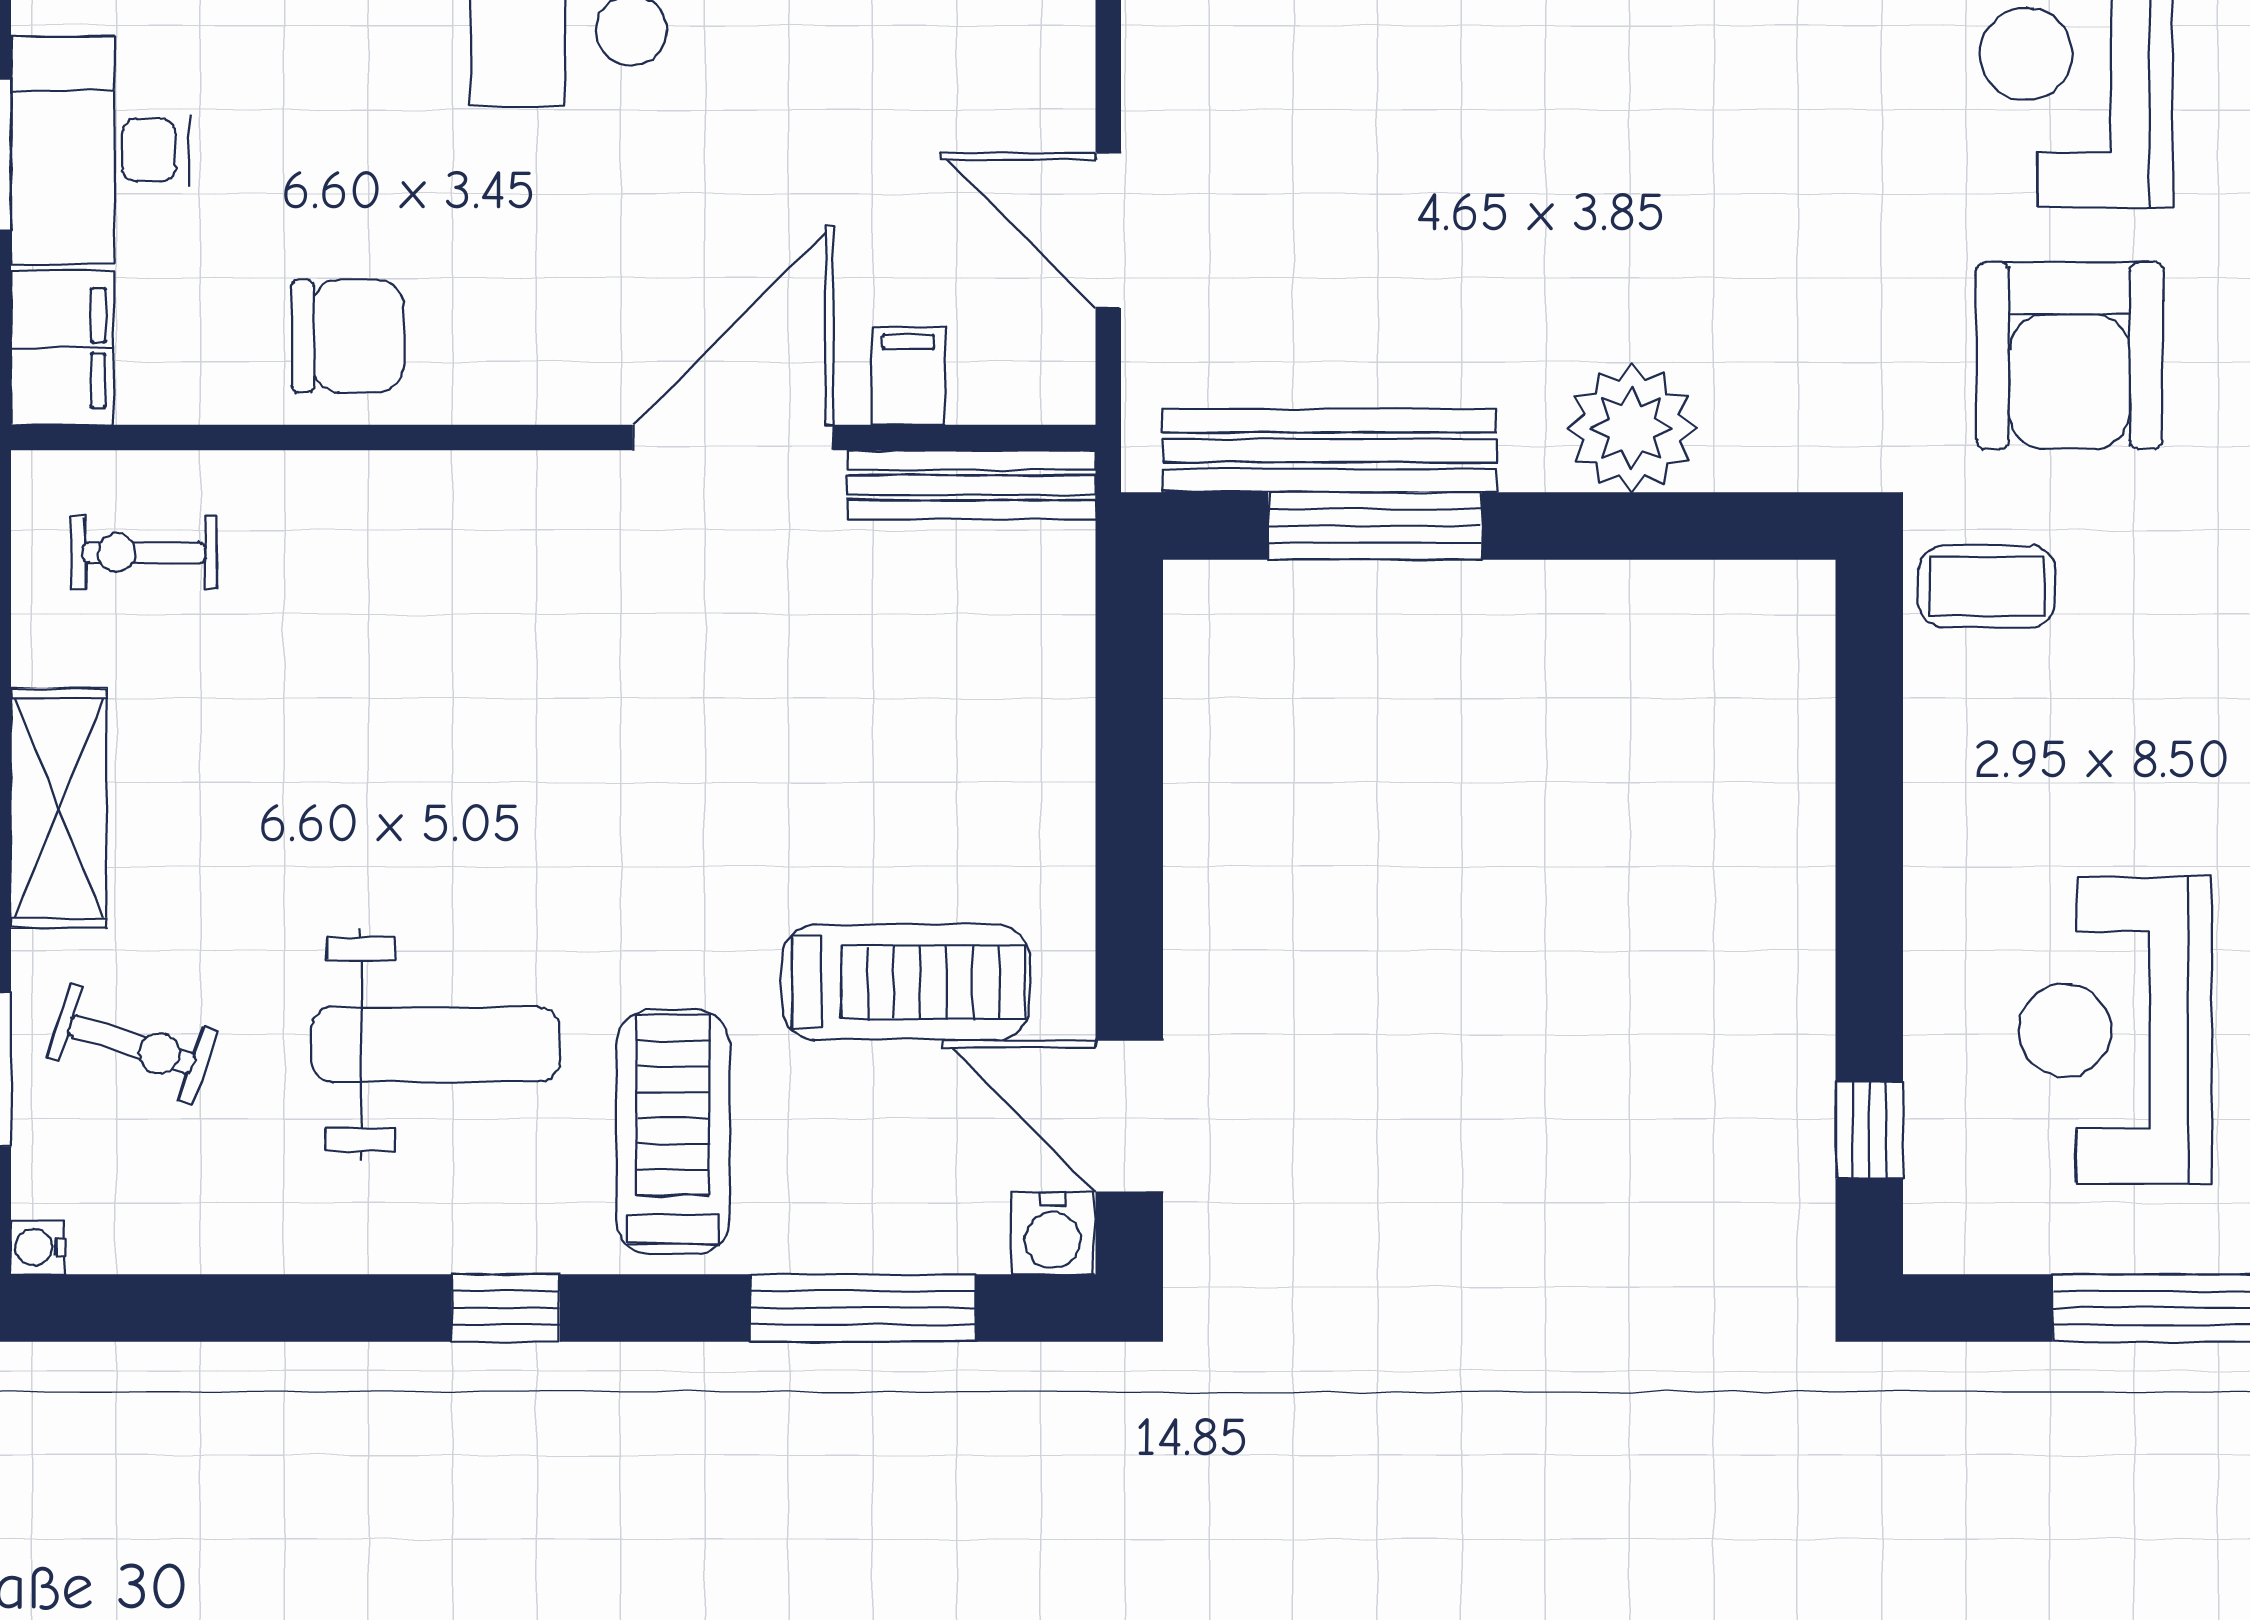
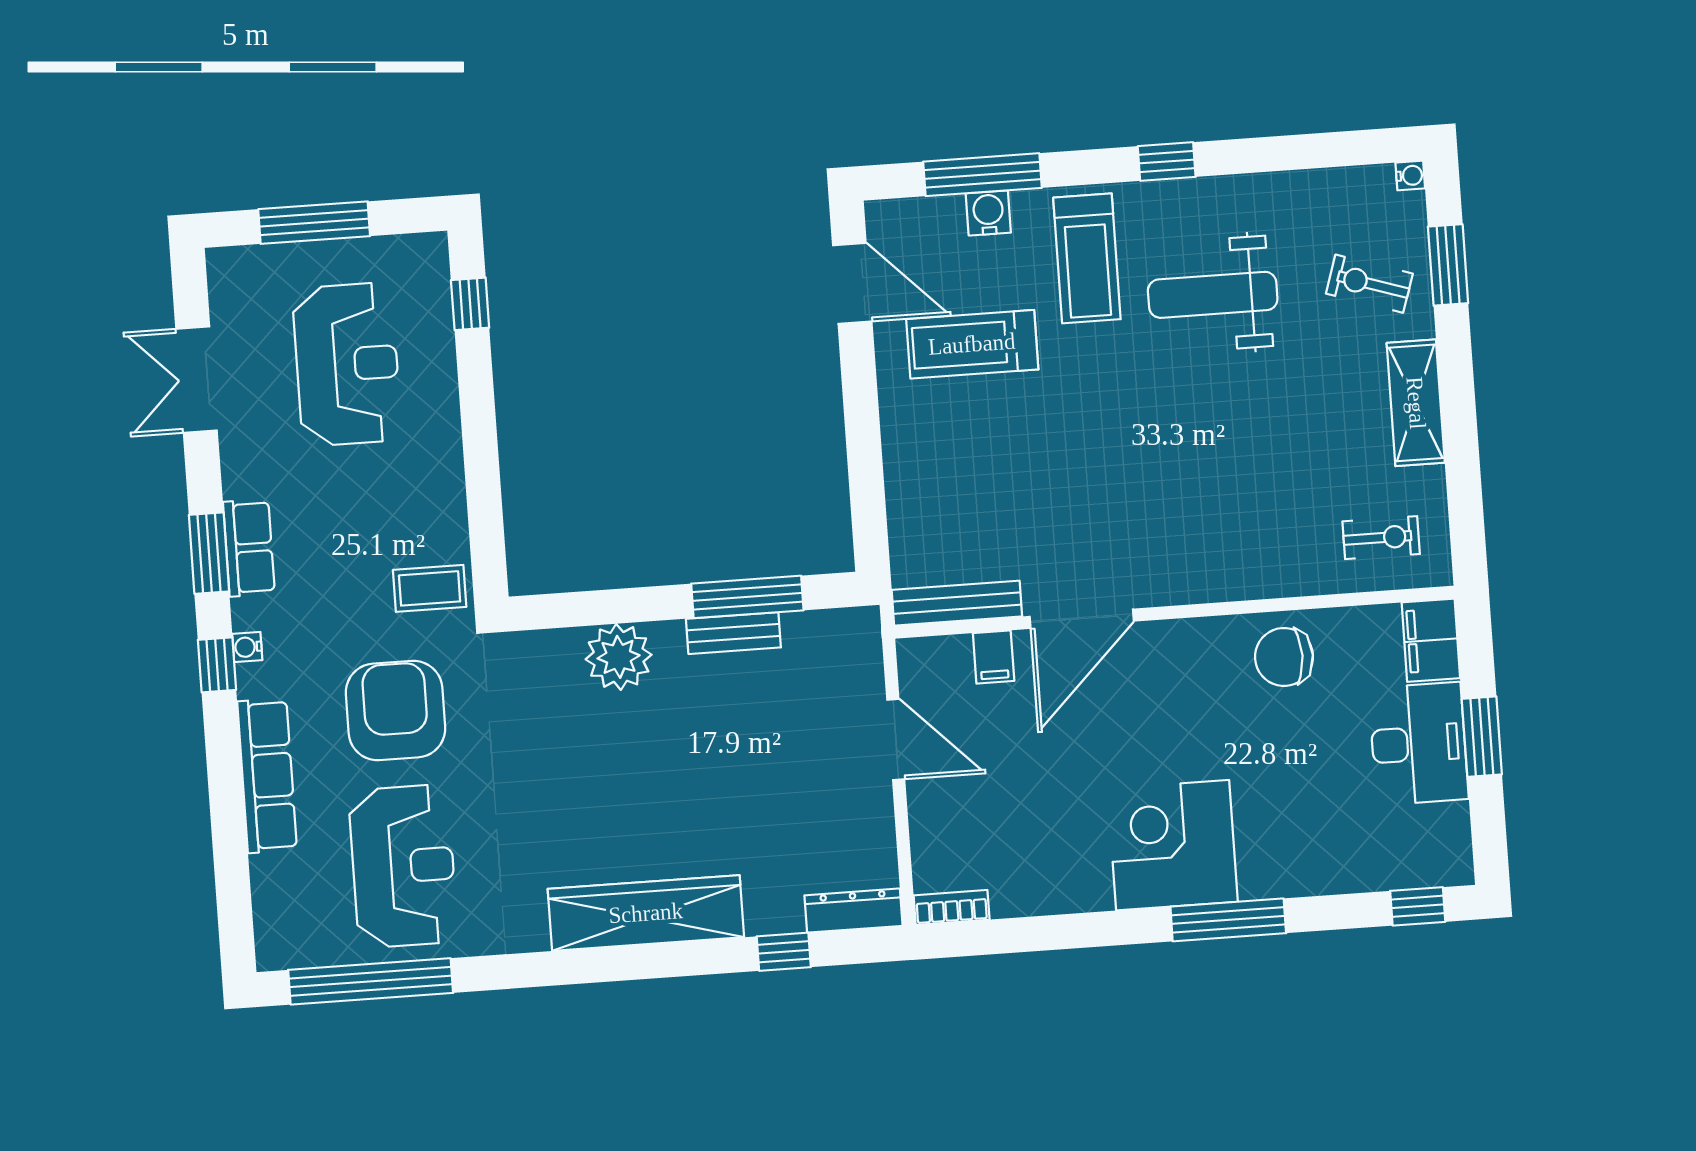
bench: (1329, 451) -> (733, 633), width x0.54, depth x0.82
water cooler: (1052, 1233) -> (988, 213), moved

